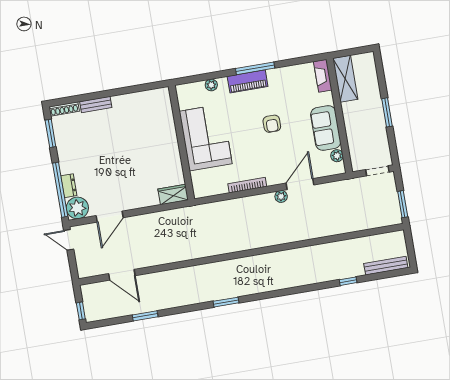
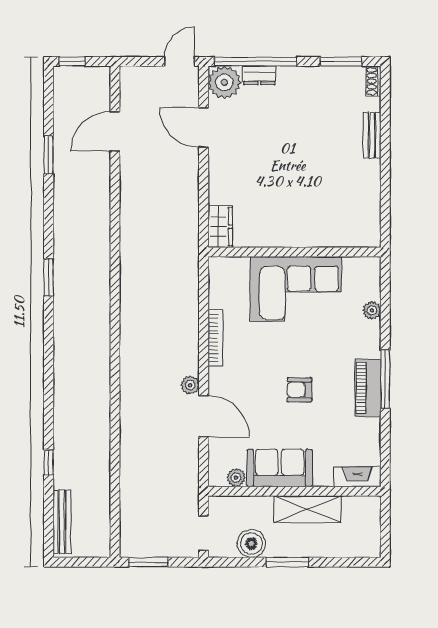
shelving: (345, 79) -> (307, 509), moved
piano: (248, 81) -> (368, 388), moved
shoe rack: (64, 109) -> (373, 81), width x0.70
boiler: (379, 138) -> (251, 544), added

